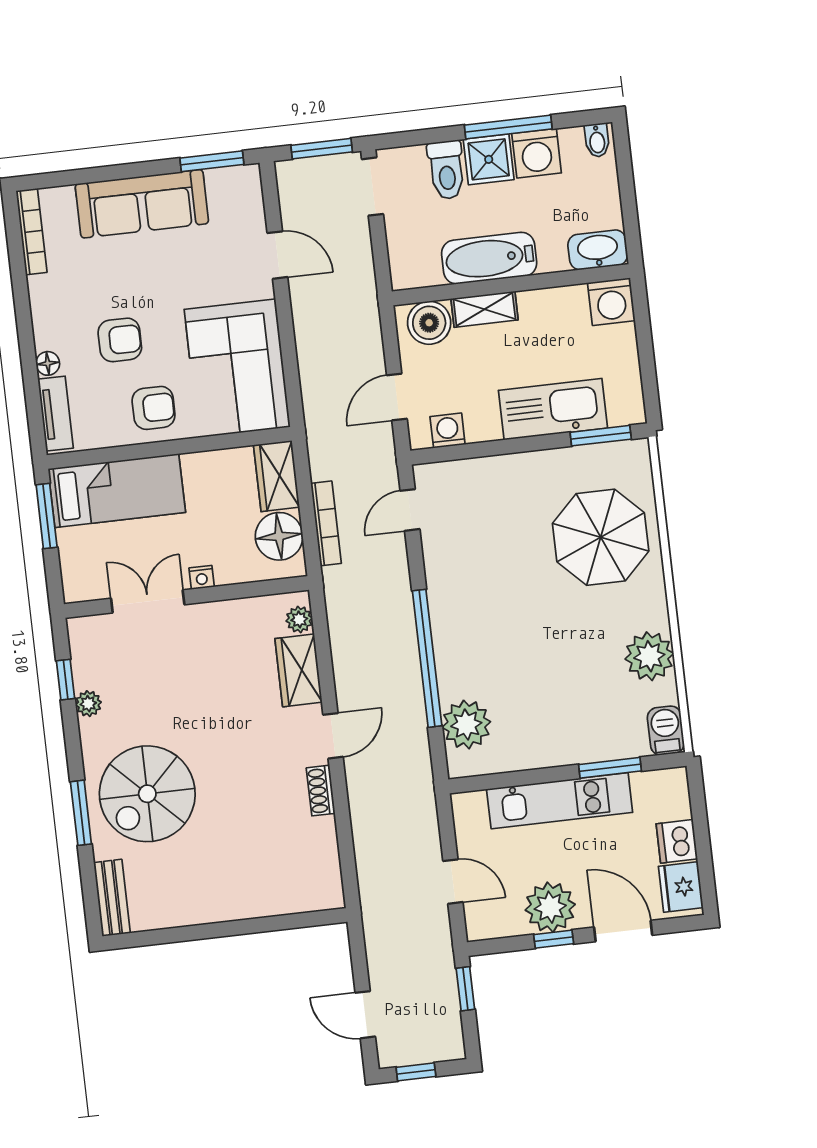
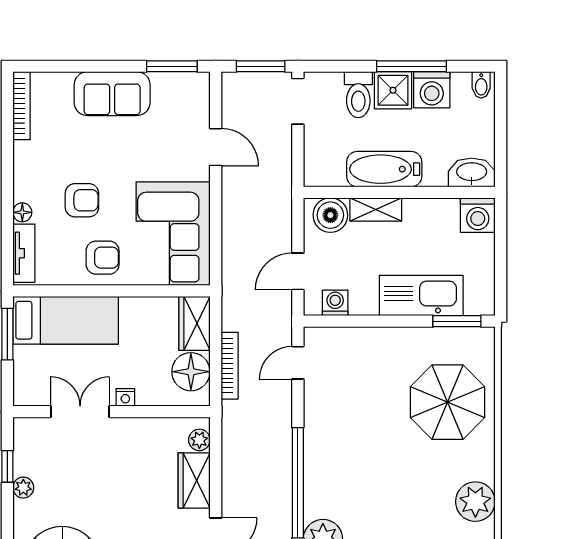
sofa: (142, 204) -> (112, 94), width x0.73

